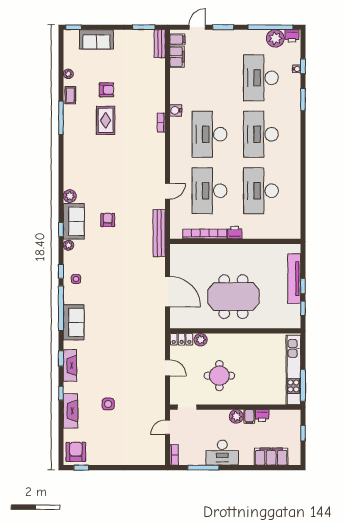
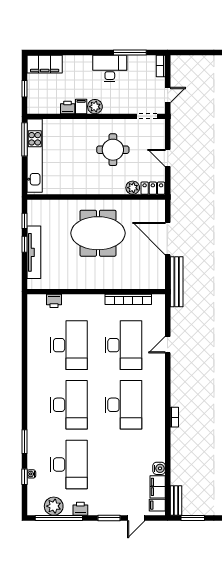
printer: (292, 36) -> (80, 509), moved
water cooler: (176, 110) -> (159, 468), moved
bench: (159, 233) -> (177, 282), moved
printer: (235, 233) -> (54, 301), moved
filing cabinet: (271, 457) -> (45, 64), moved

